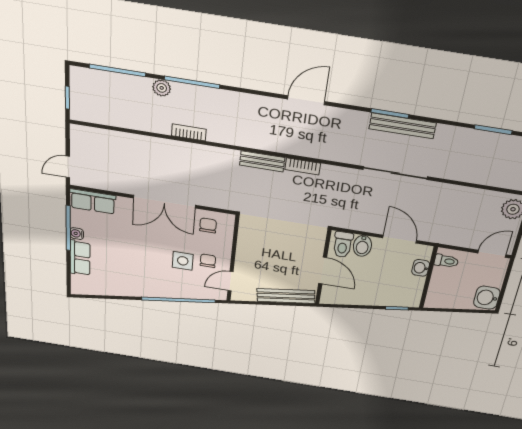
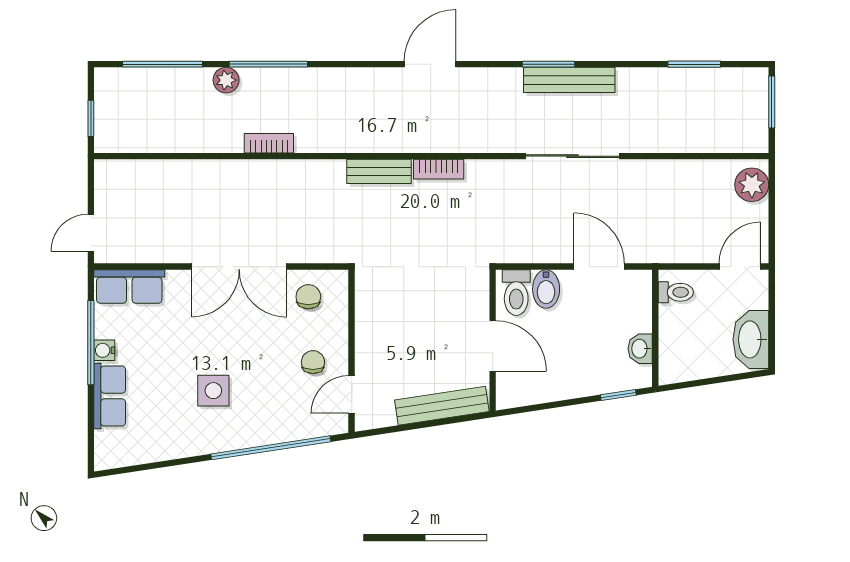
side table: (183, 261) -> (213, 391), moved
washbasin: (421, 268) -> (640, 349), moved
washbasin: (487, 298) -> (751, 339), width x1.38

